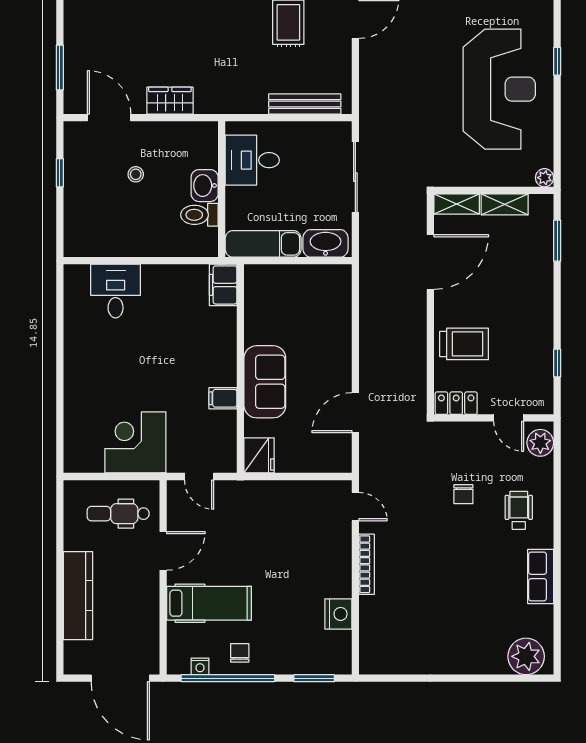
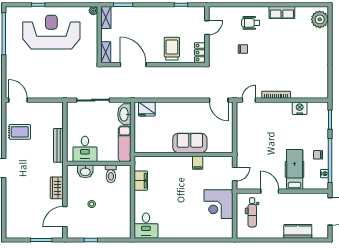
bench: (305, 104) -> (58, 145), moved
washbasin: (205, 186) -> (85, 171), moved
shelving: (505, 204) -> (106, 17), moved
filing cabinet: (223, 285) -> (141, 181), moved, turned -90
desk: (116, 291) -> (146, 226), moved, turned -90
door: (355, 413) -> (219, 100), moved
plant: (540, 443) -> (219, 13), removed
fridge: (259, 455) -> (147, 109), moved, turned 180
kitchen counter: (78, 596) -> (298, 231), width x0.67

